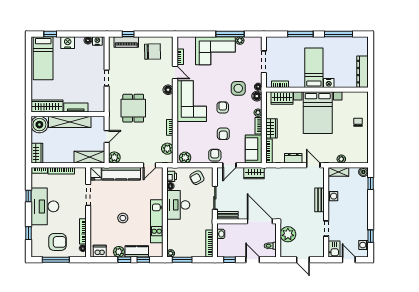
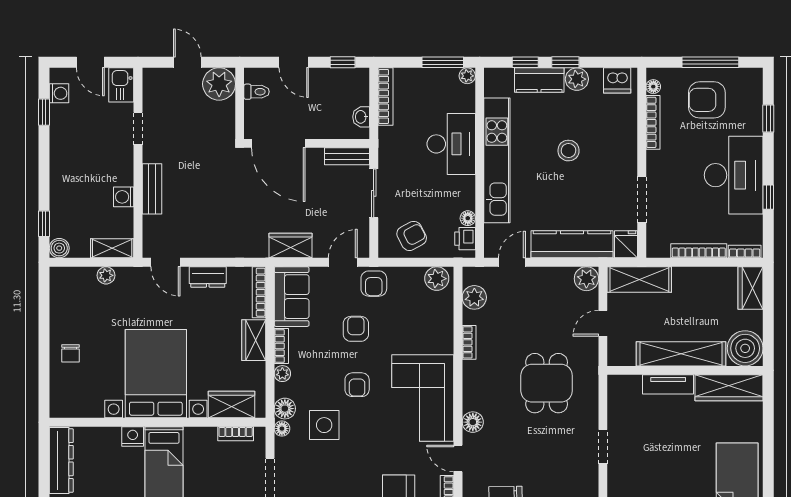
desk: (178, 205) -> (451, 144), moved
kitchen unit: (157, 221) -> (497, 160), width x1.36
plant: (288, 234) -> (219, 84), moved

